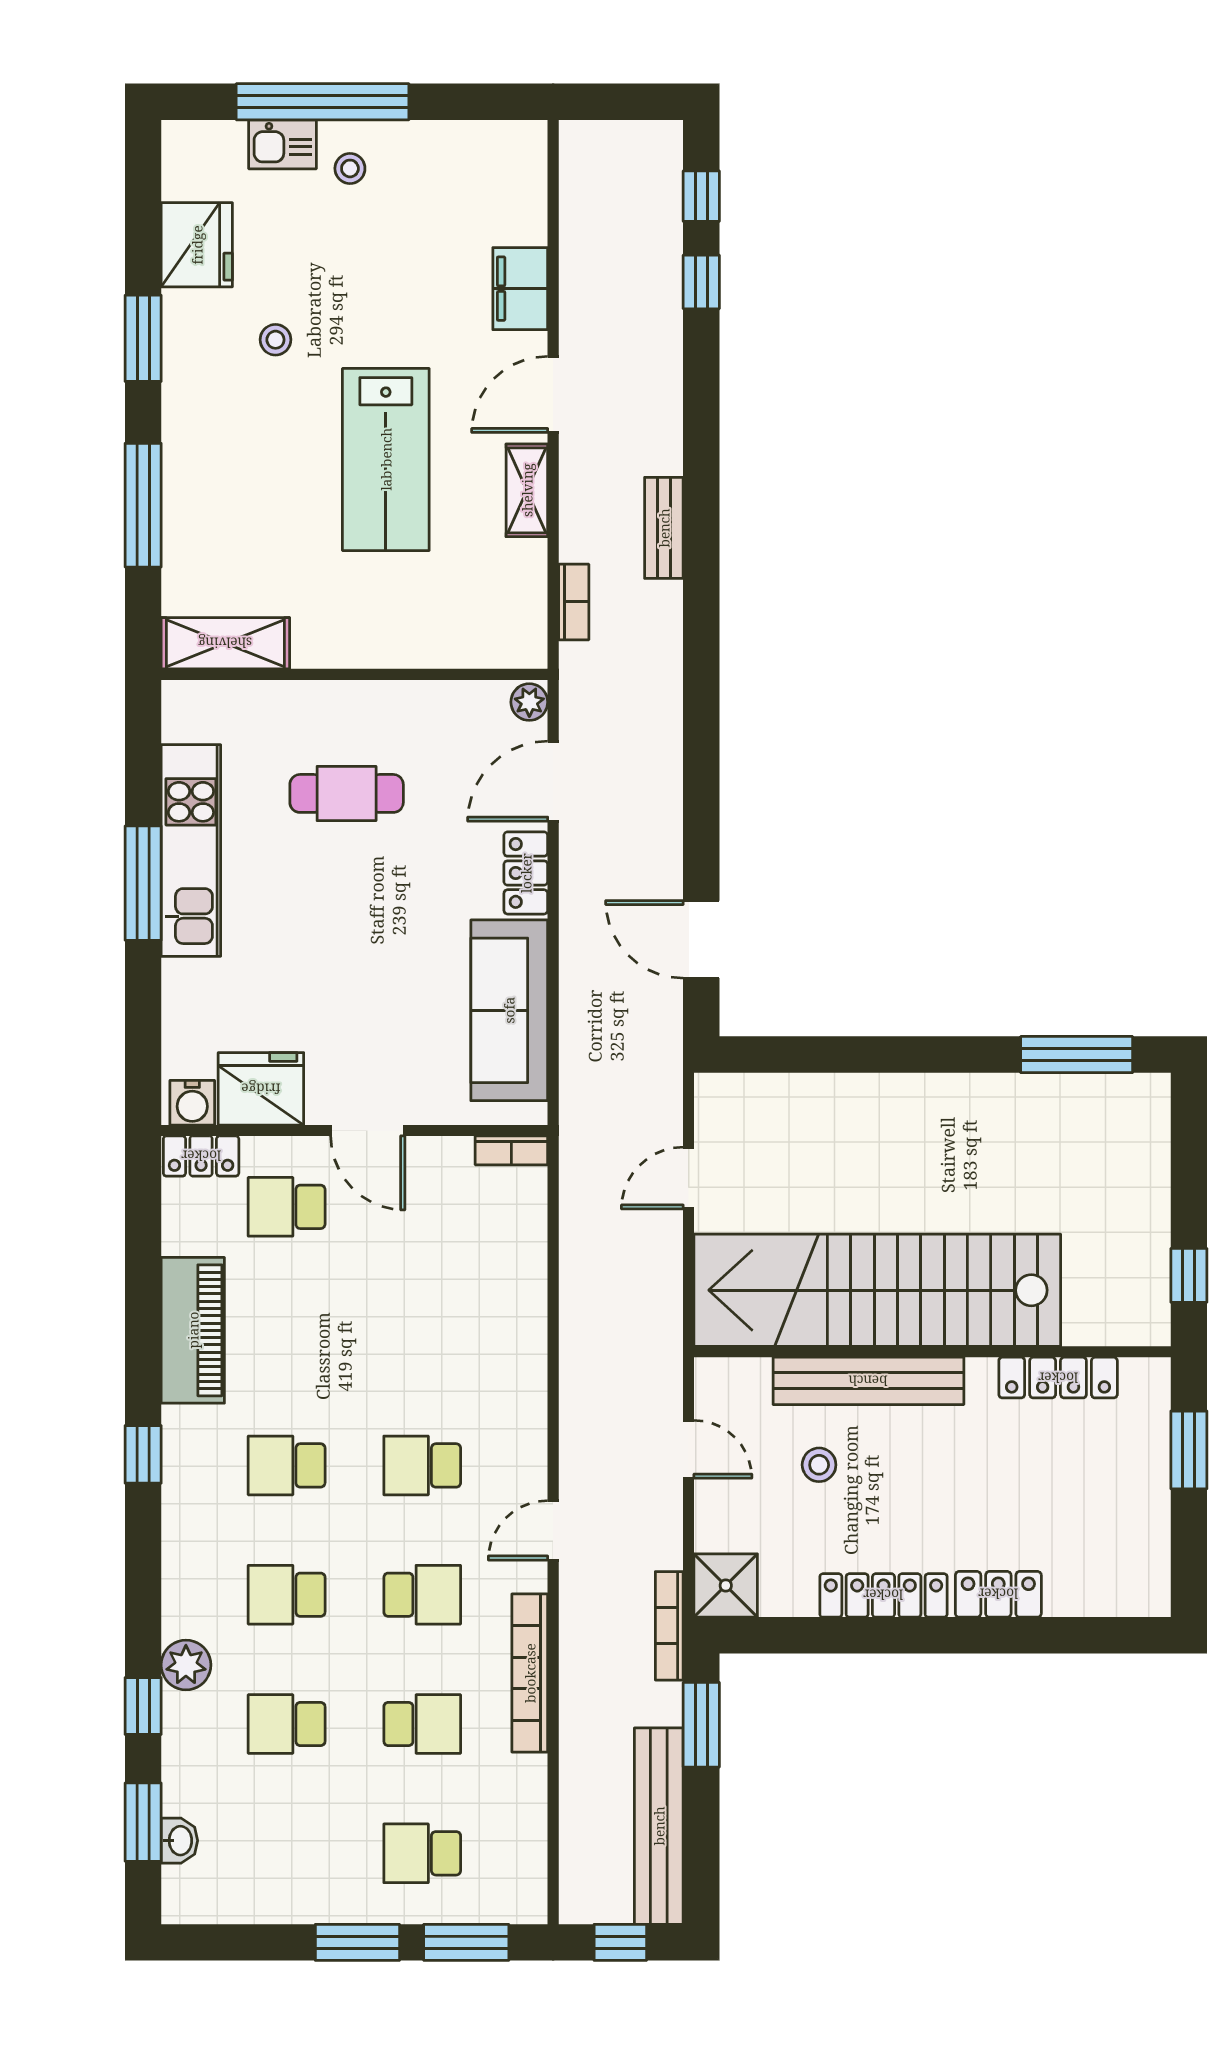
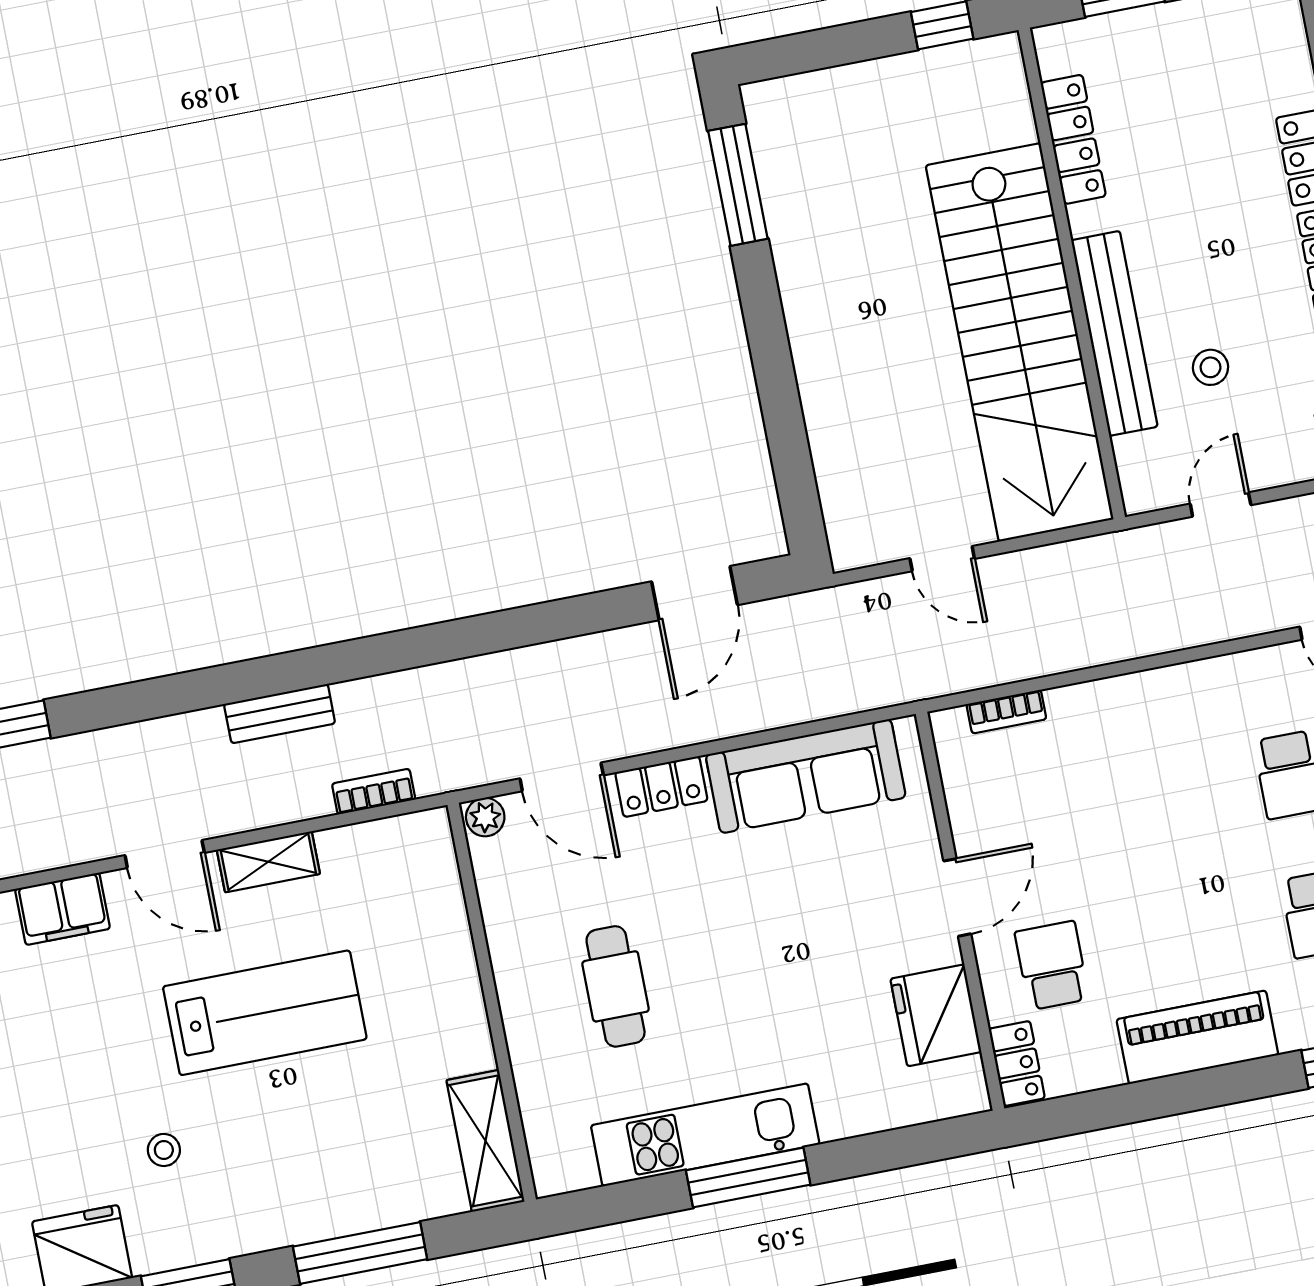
water cooler: (192, 1103) -> (964, 1083), removed
bookcase: (511, 1150) -> (1006, 712), moved, turned 90
school desk: (287, 1207) -> (1052, 965), turned 180

